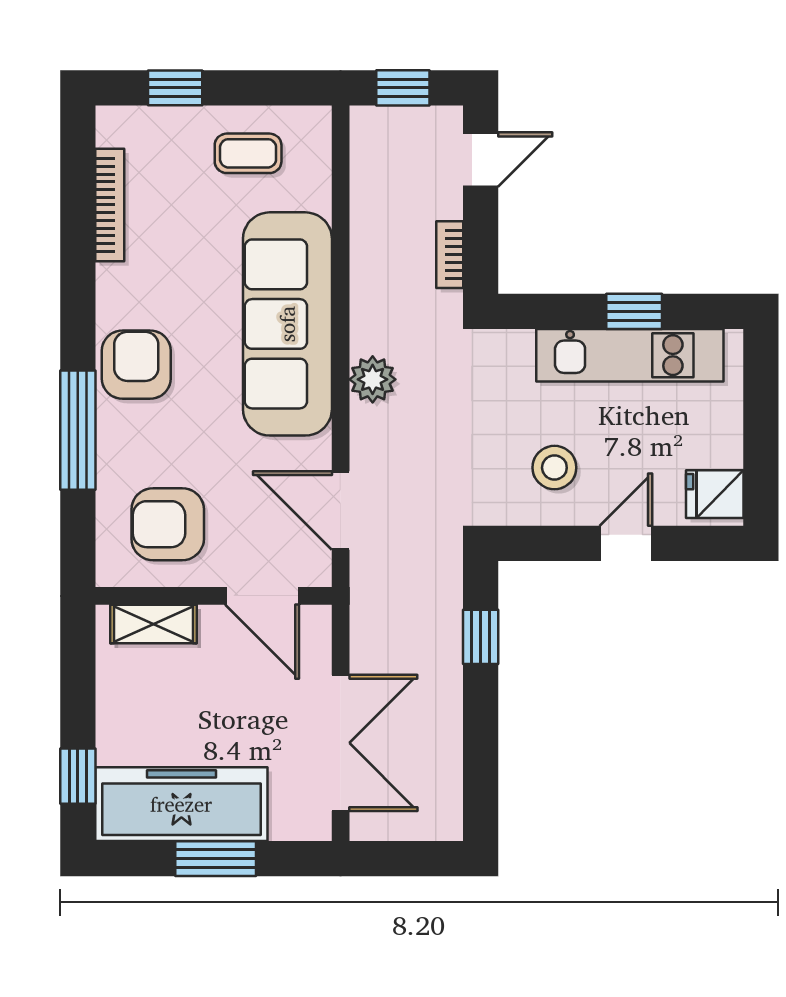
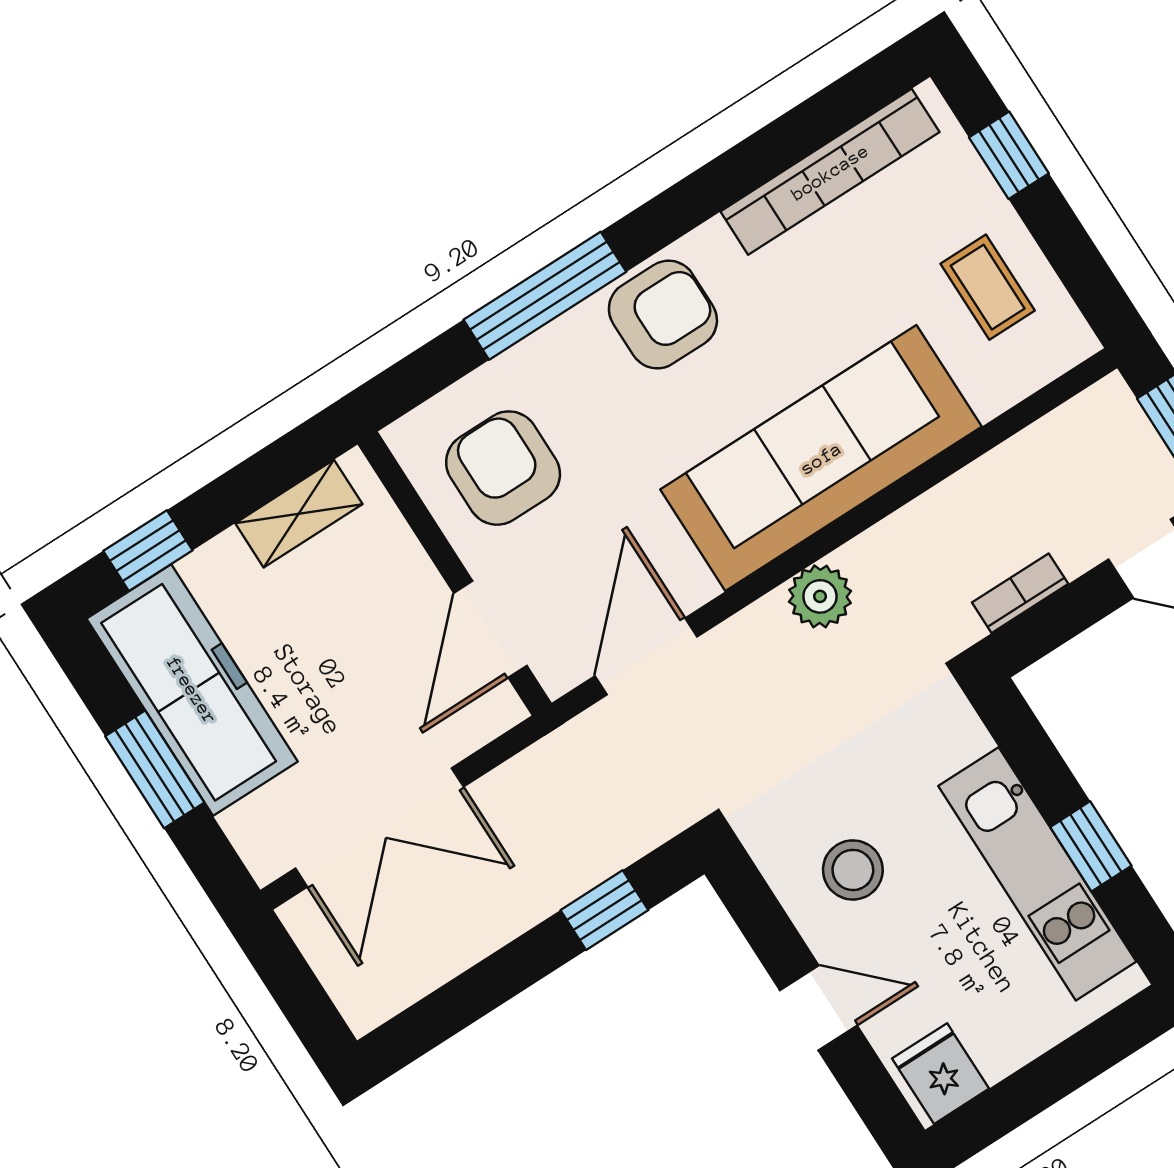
bookcase: (110, 205) -> (830, 172), width x1.48, depth x1.31
shelving: (153, 624) -> (299, 514), moved, turned 90

